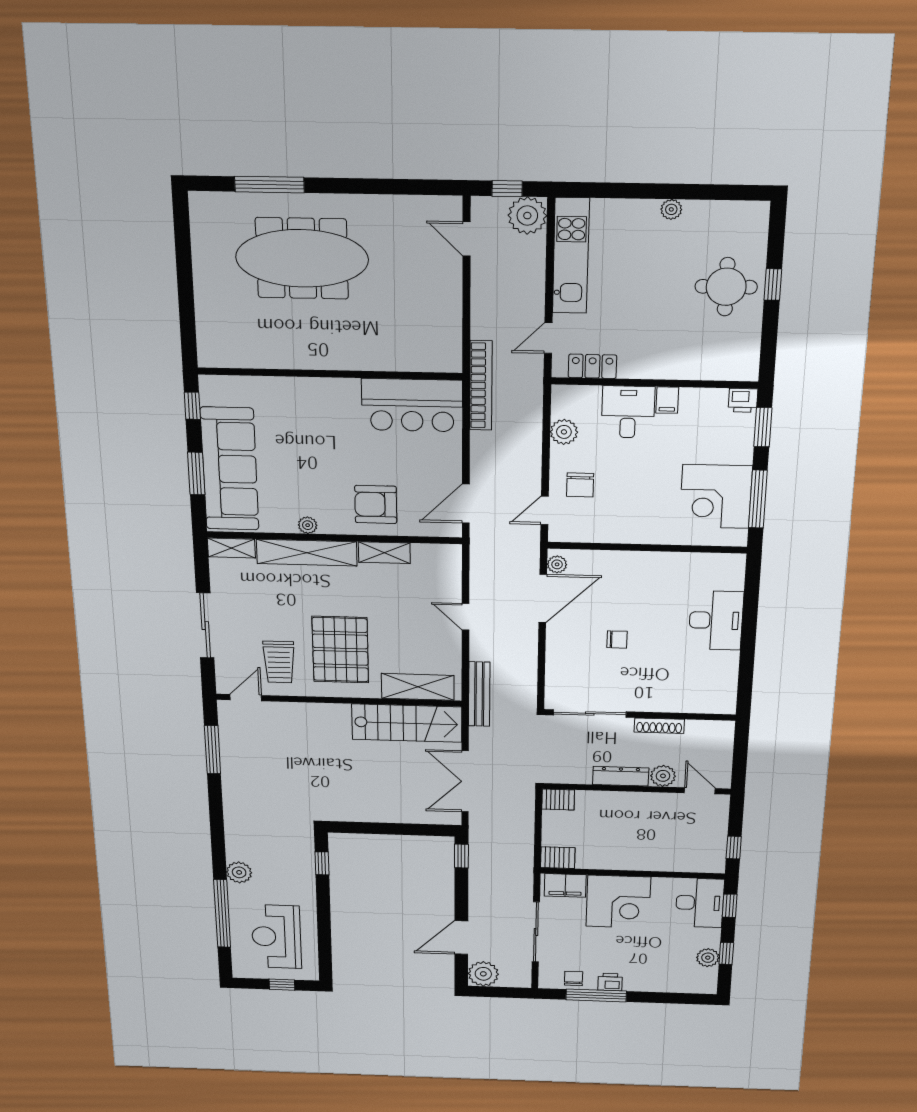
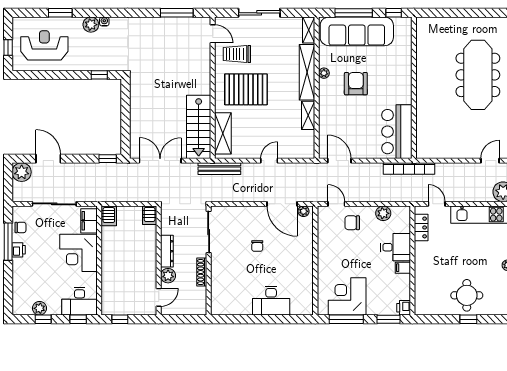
window: (196, 474) -> (354, 13), width x1.44
armchair: (376, 504) -> (356, 84), moved
water cooler: (233, 854) -> (104, 21), added
window: (222, 913) -> (60, 13), width x0.47

